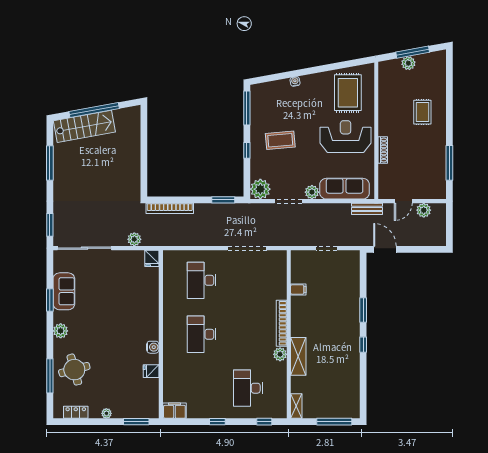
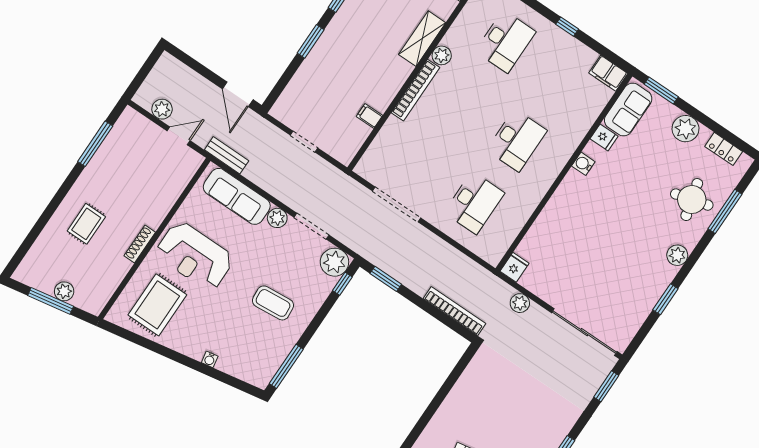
window: (247, 150) -> (342, 284), moved
shoe rack: (383, 150) -> (140, 244), moved
sofa: (64, 291) -> (628, 110), moved, turned 180
plant: (106, 413) -> (685, 129), width x1.88, depth x1.88

